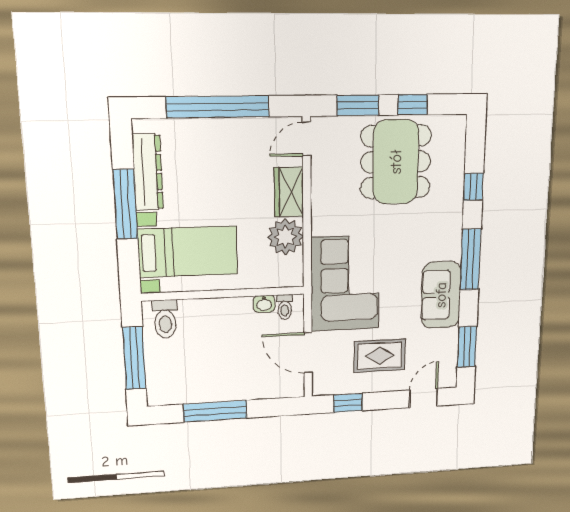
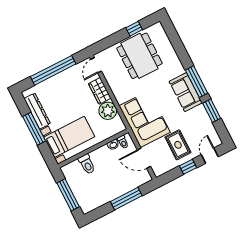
window: (358, 105) -> (111, 41), removed
window: (473, 187) -> (180, 49), removed
sofa: (441, 295) -> (186, 92), moved
toilet: (165, 319) -> (87, 164), moved
window: (467, 347) -> (212, 111), moved
rug: (380, 356) -> (178, 145), turned 90
window: (348, 403) -> (188, 167), moved
window: (215, 411) -> (126, 199), moved

